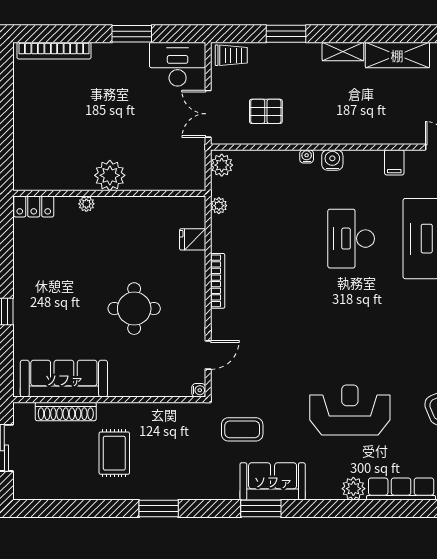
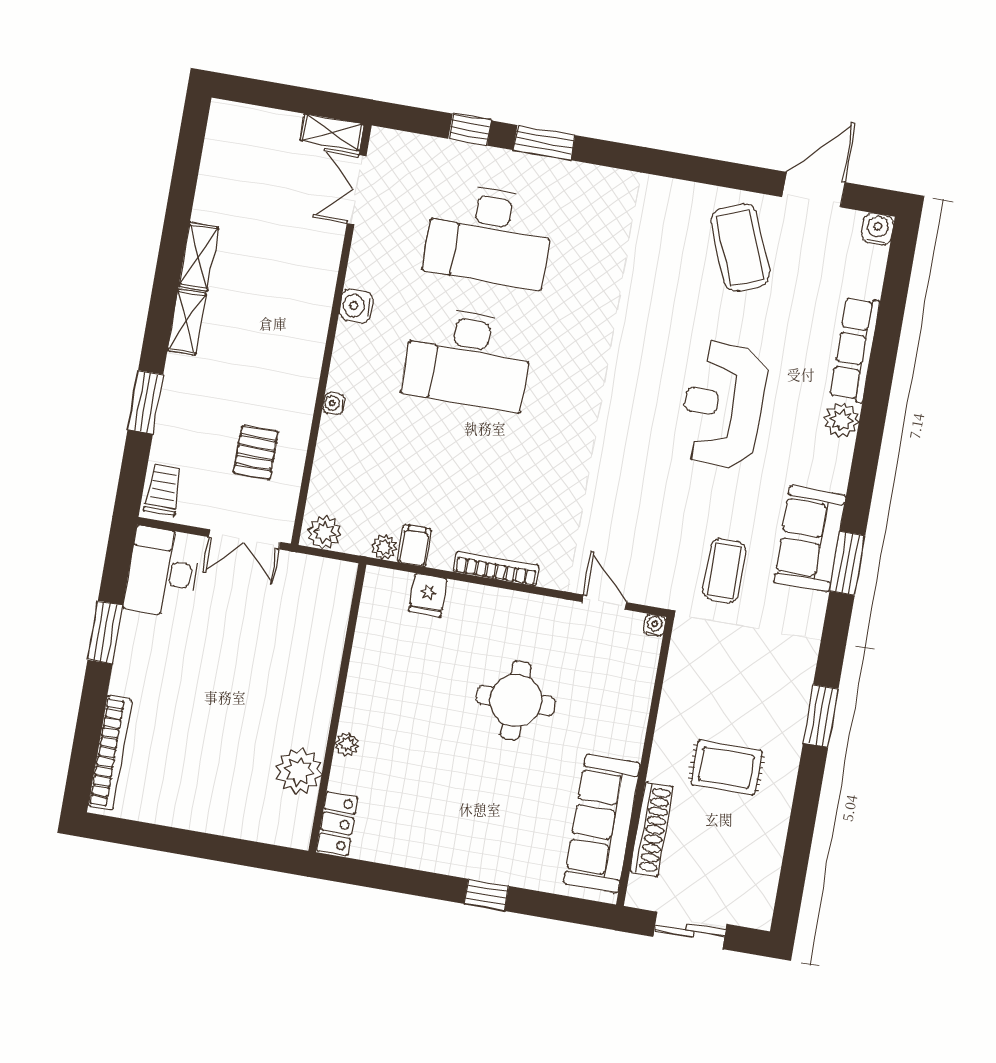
shelving: (397, 55) -> (199, 257), width x0.67, depth x0.75
water cooler: (332, 160) -> (356, 306), moved
filing cabinet: (394, 162) -> (414, 546), moved, turned -90
plant: (110, 175) -> (299, 771), moved
desk: (351, 239) -> (468, 358), width x1.36, depth x1.30

